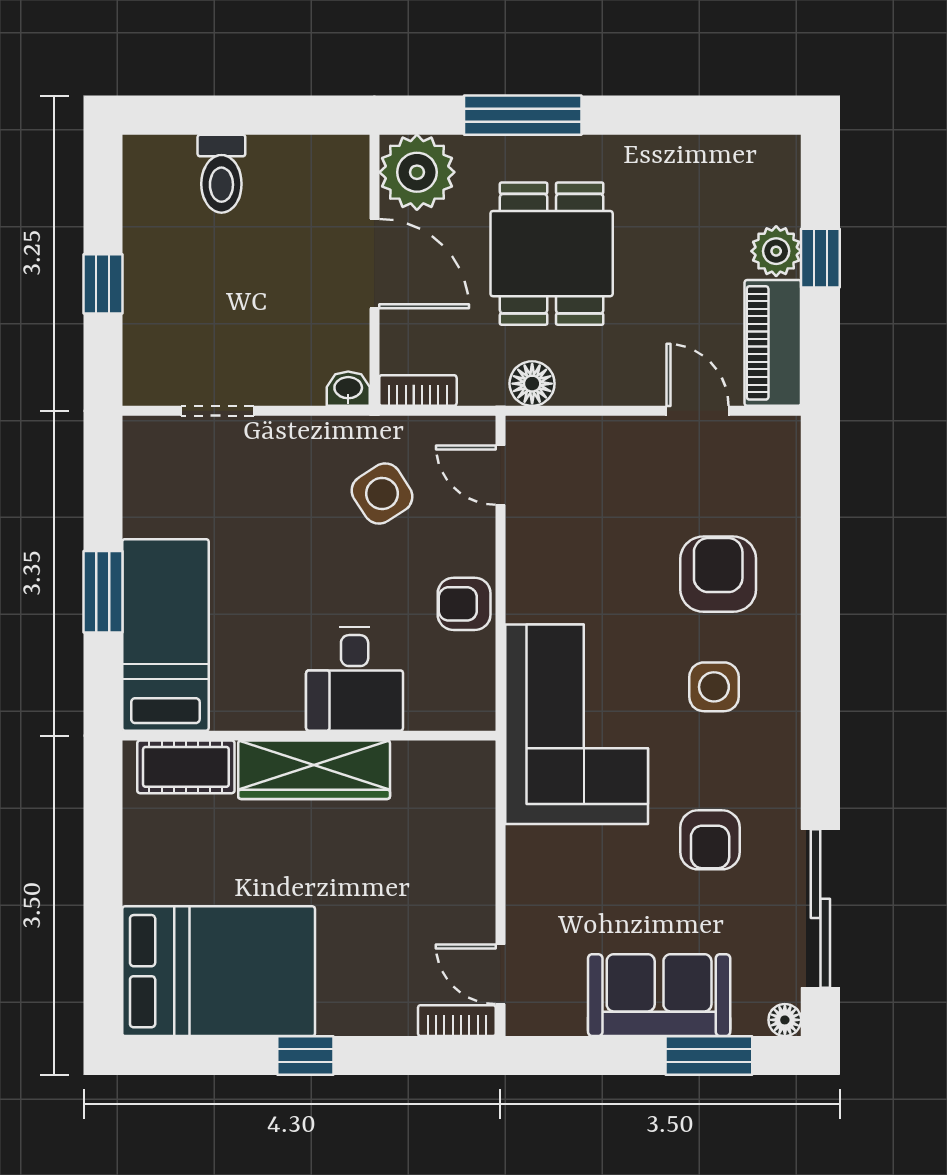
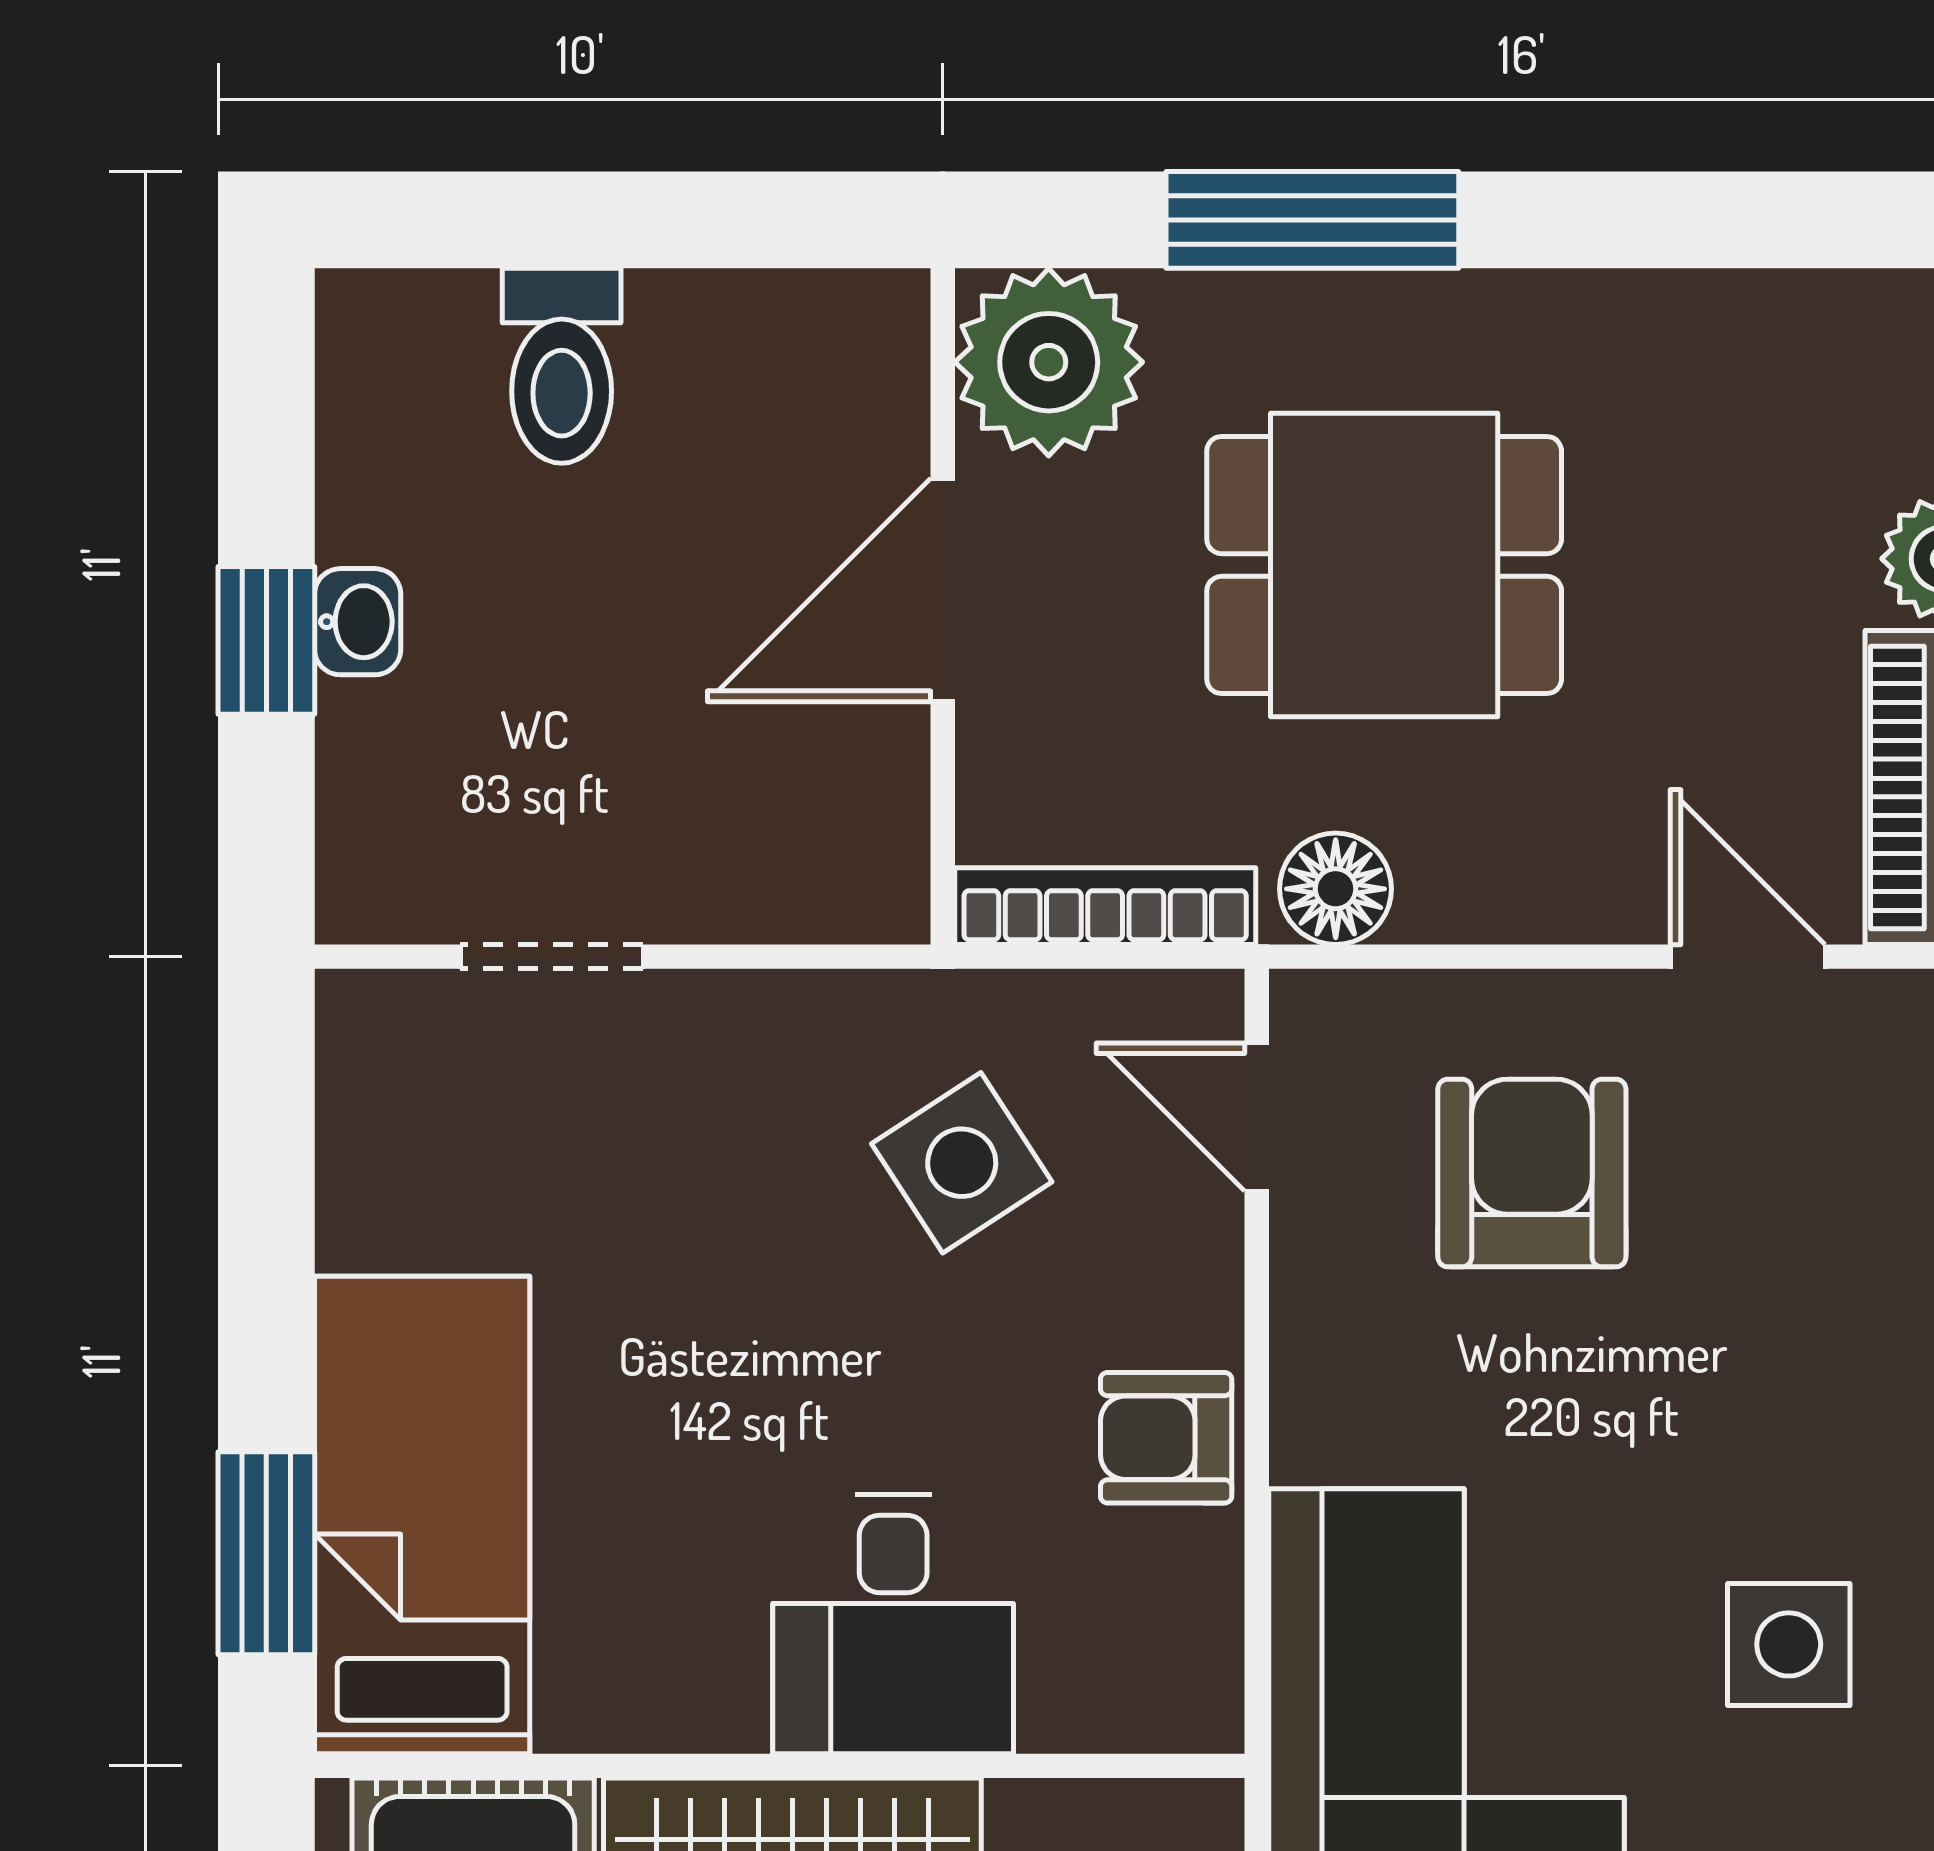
dining table: (552, 254) -> (1384, 565), turned 90
door: (374, 264) -> (943, 590), swing flipped
washbasin: (348, 389) -> (358, 622), moved, turned 90
bookcase: (418, 391) -> (1105, 906), width x1.56
armchair: (718, 574) -> (1532, 1173), moved
window: (103, 592) -> (266, 1553), moved

